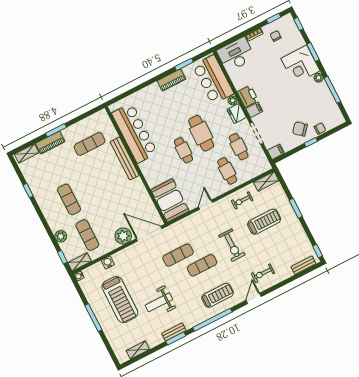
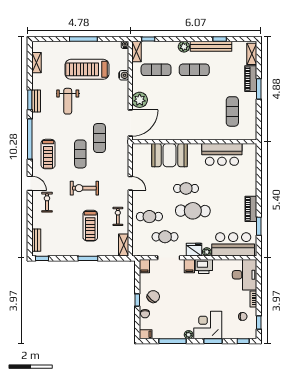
filing cabinet: (339, 118) -> (146, 334), added
bar counter: (135, 133) -> (222, 154), width x0.73
bench: (125, 159) -> (211, 46), moved
booth: (170, 200) -> (169, 155), moved
plant: (61, 236) -> (184, 47), moved
weight bench: (159, 302) -> (68, 101), turned 180

